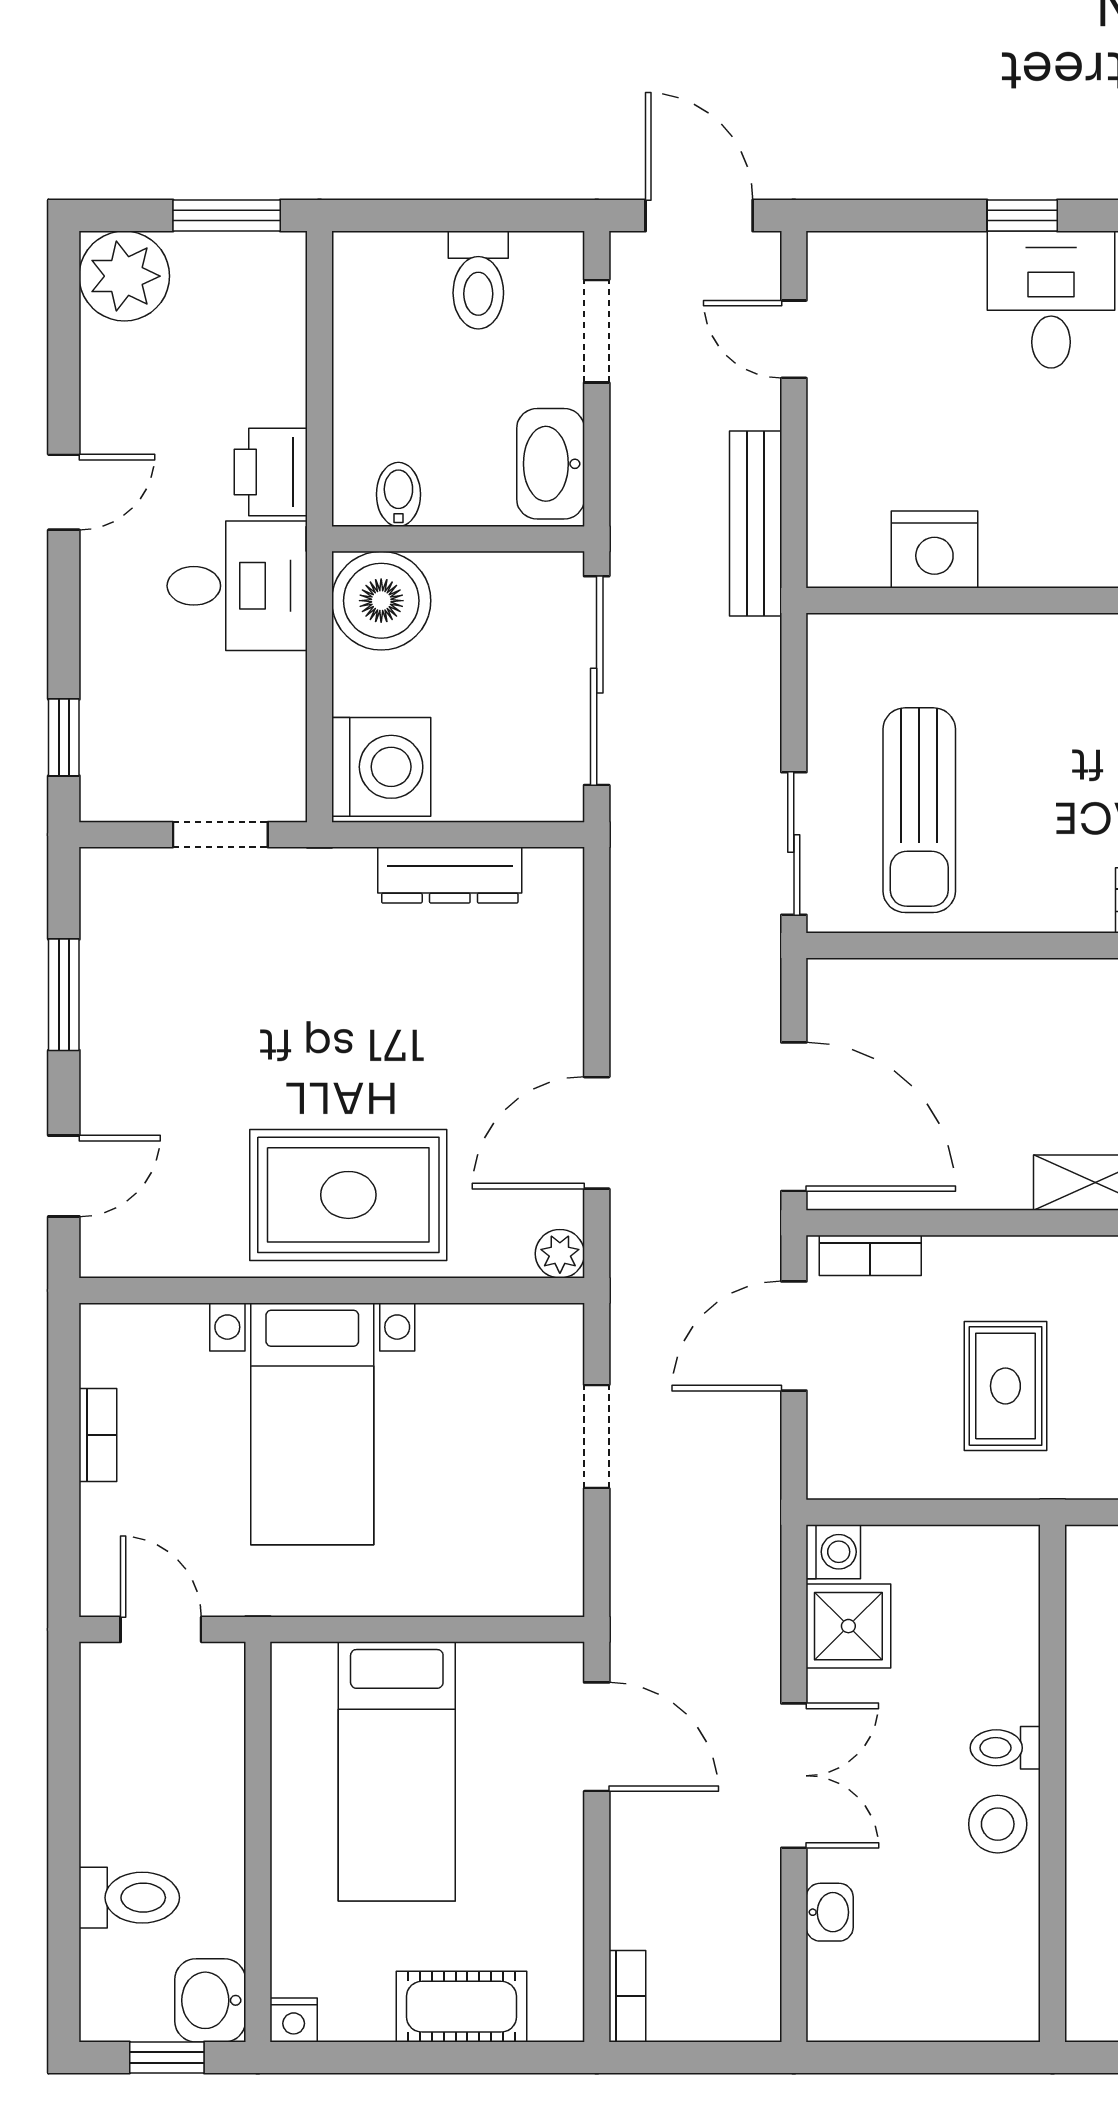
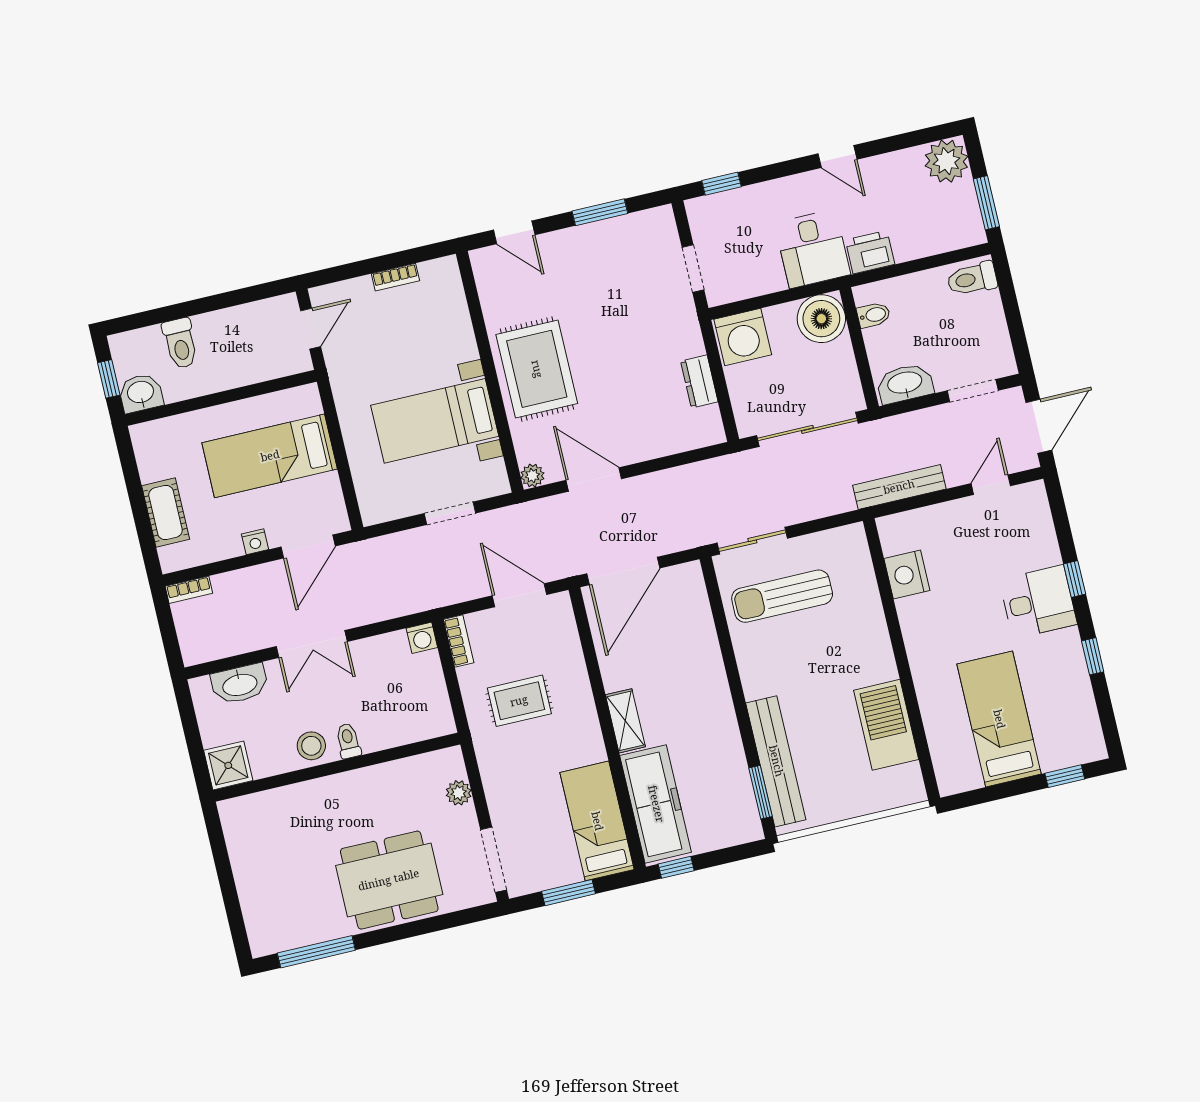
toilet: (478, 280) -> (972, 279), moved
dresser: (450, 875) -> (699, 381), width x0.70
bookcase: (870, 1255) -> (459, 641), moved, turned 180
bed with nightstands: (312, 1424) -> (435, 421), moved
shower: (848, 1626) -> (228, 765), moved
washbasin: (830, 1912) -> (240, 684), width x1.91, depth x1.45
nightstand: (294, 2020) -> (255, 542), moved, turned -90

